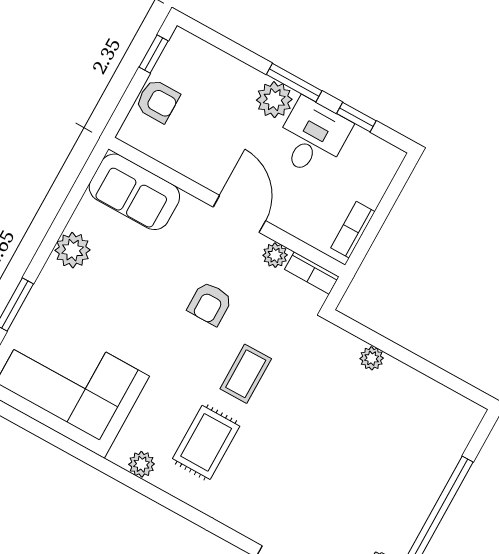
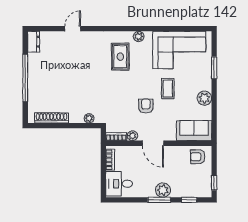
armchair: (158, 101) -> (198, 157), moved
window: (356, 117) -> (189, 200), moved
desk: (312, 138) -> (119, 184), moved, turned 90
plant: (372, 358) -> (89, 118), moved
coffee table: (246, 374) -> (168, 89), moved
shoe rack: (430, 392) -> (52, 118), added

